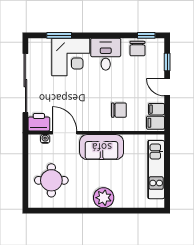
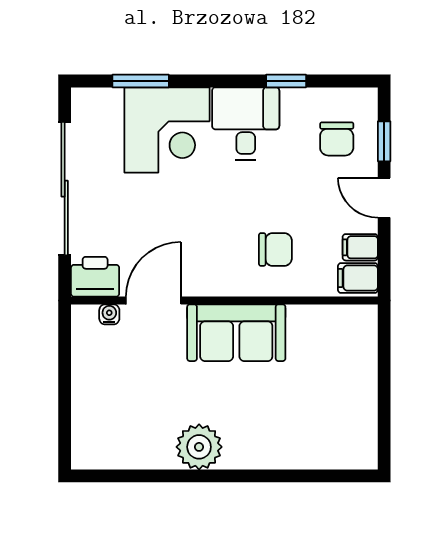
window: (146, 35) -> (286, 81), moved
chair: (137, 49) -> (337, 139), moved
door: (65, 133) -> (153, 300), hinge flipped
kitchen unit: (156, 170) -> (359, 384), removed
round table: (51, 180) -> (123, 408), removed
plant: (104, 198) -> (199, 447), moved

